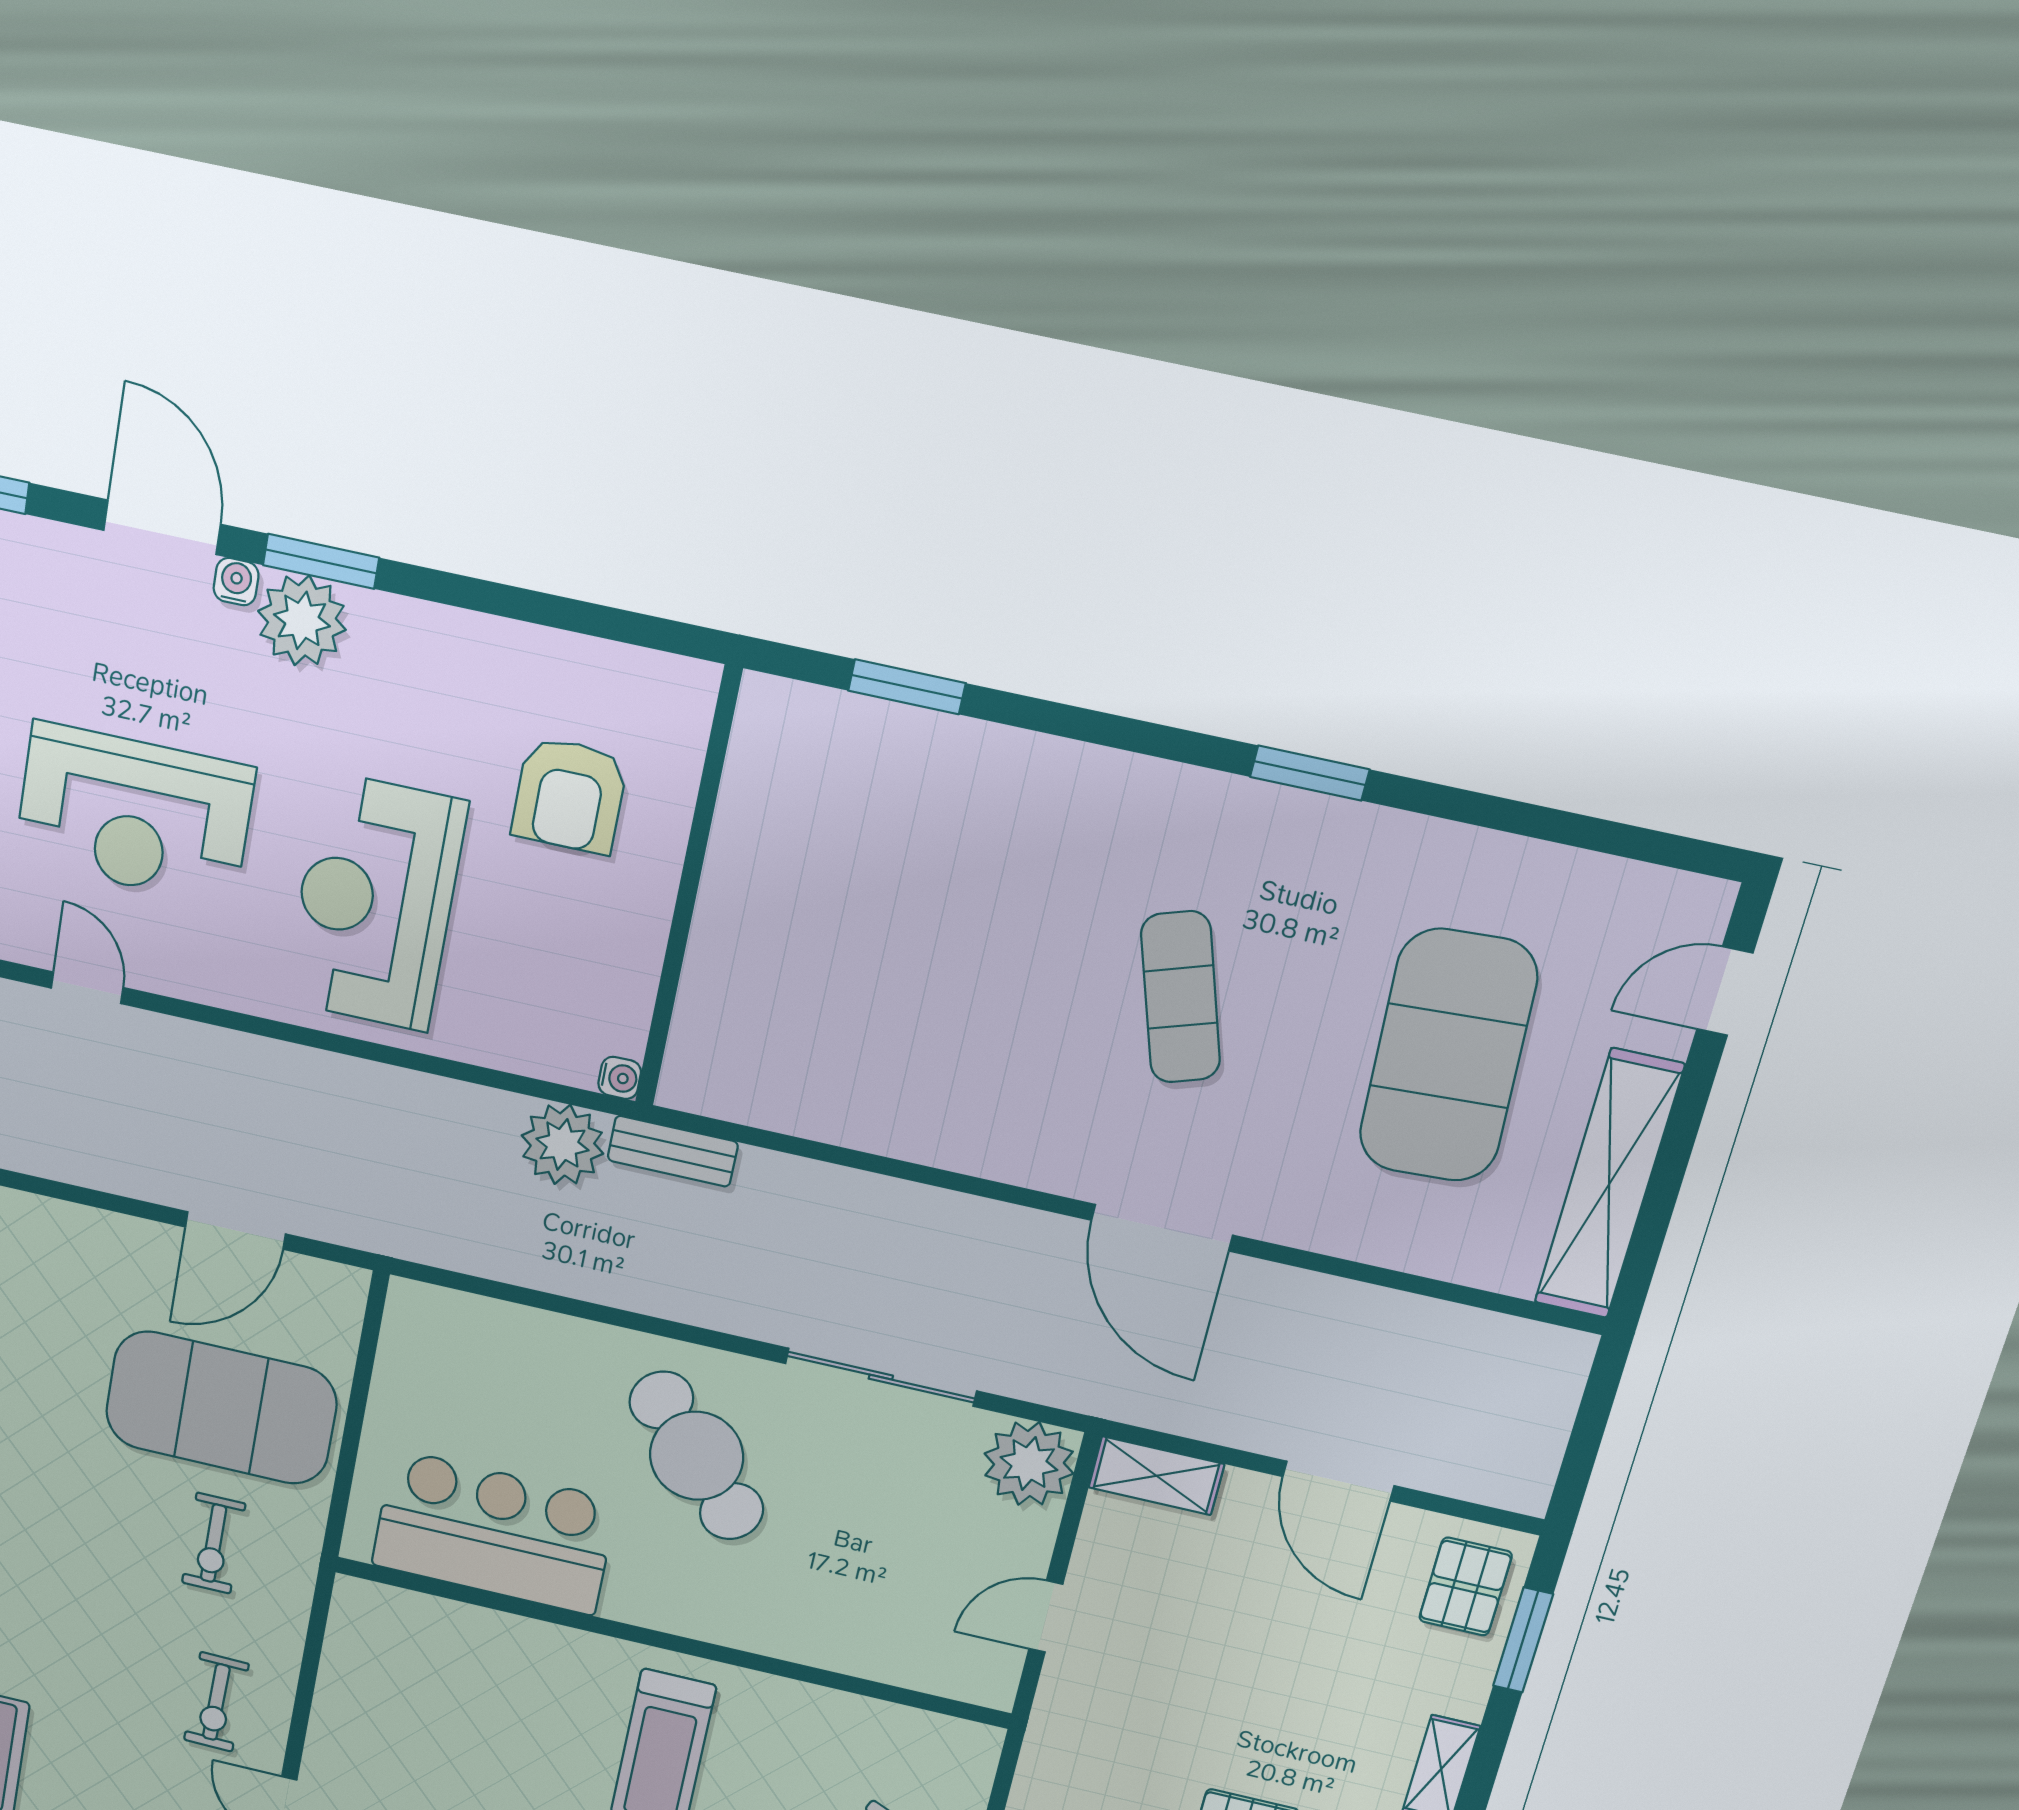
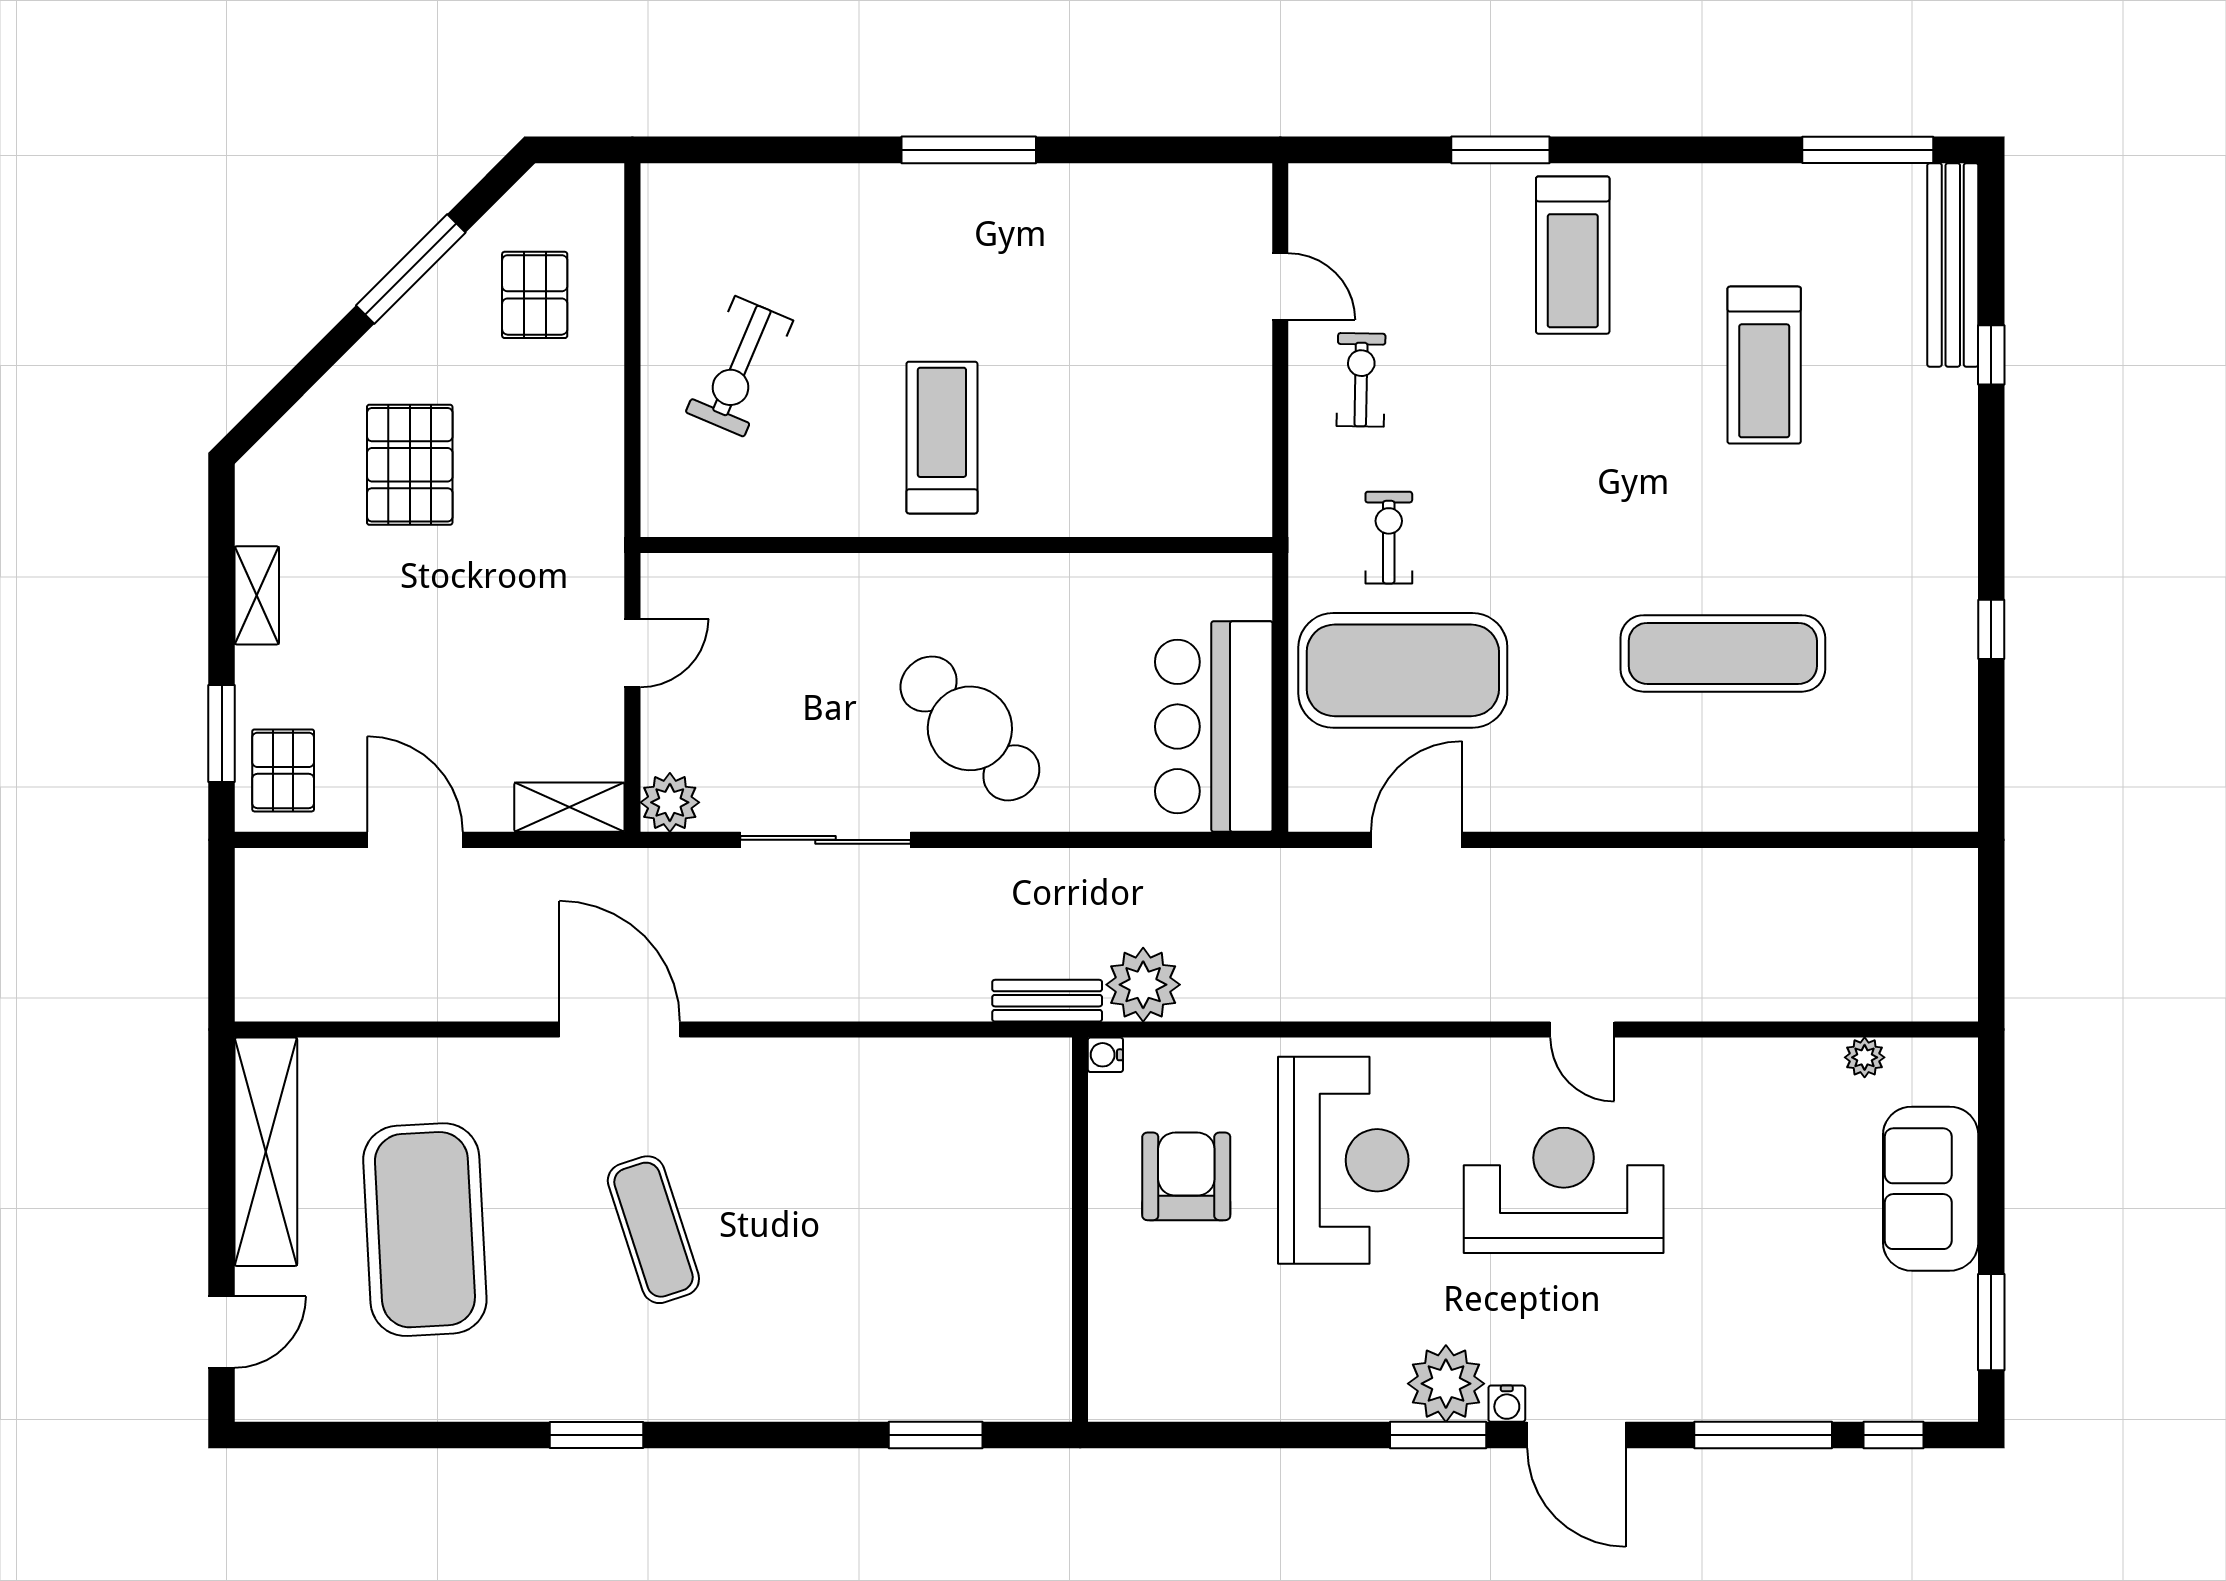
armchair: (569, 795) -> (1186, 1176), moved
plant: (1029, 1464) -> (670, 802), width x0.73, depth x0.73
bar counter: (494, 1532) -> (1214, 727), moved, turned 90

